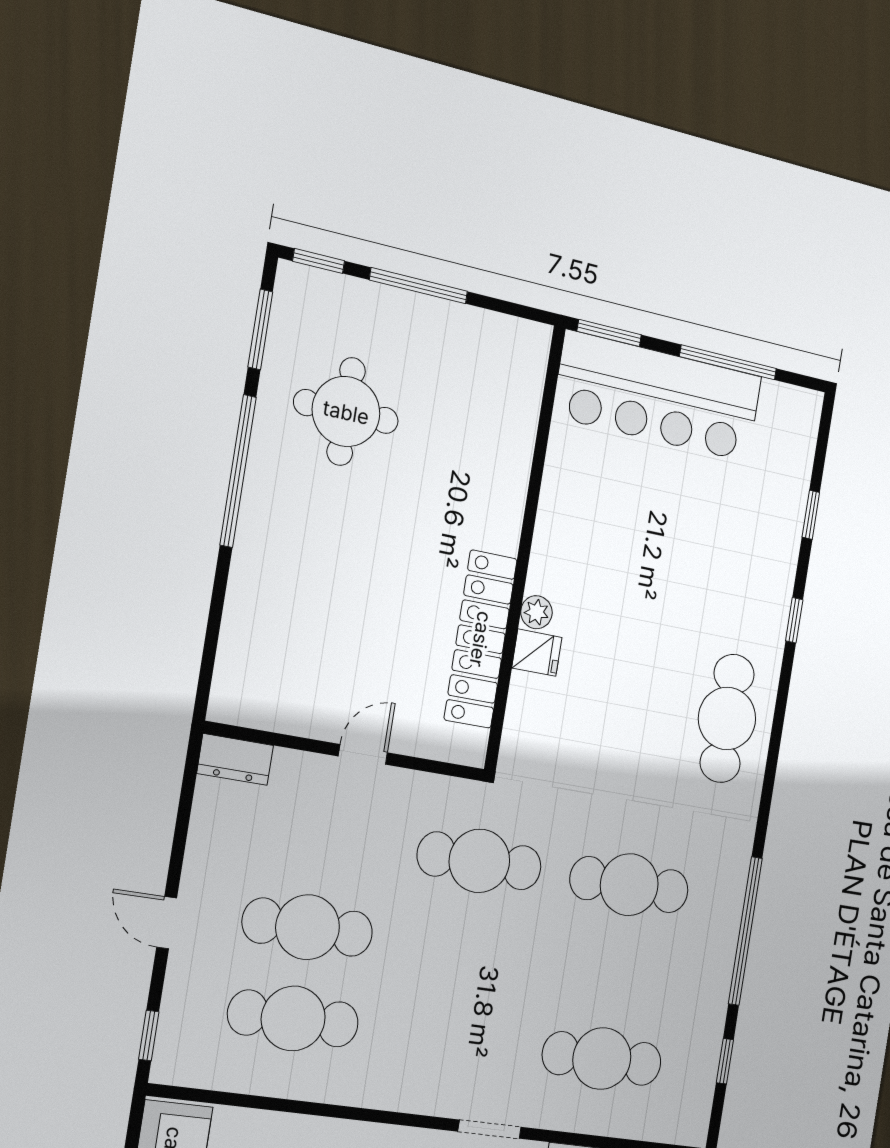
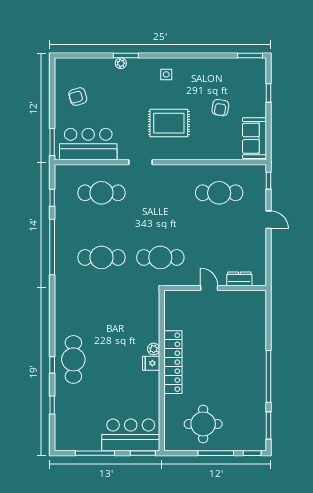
bar counter: (658, 396) -> (131, 435), width x0.73
round table: (346, 412) -> (203, 424), moved
locker: (481, 639) -> (173, 362), moved
fridge: (537, 653) -> (151, 363), moved
cafe table: (727, 718) -> (73, 359), moved
door: (363, 754) -> (209, 288), swing flipped
dresser: (235, 759) -> (239, 279), moved
cafe table: (308, 927) -> (219, 225), removed

